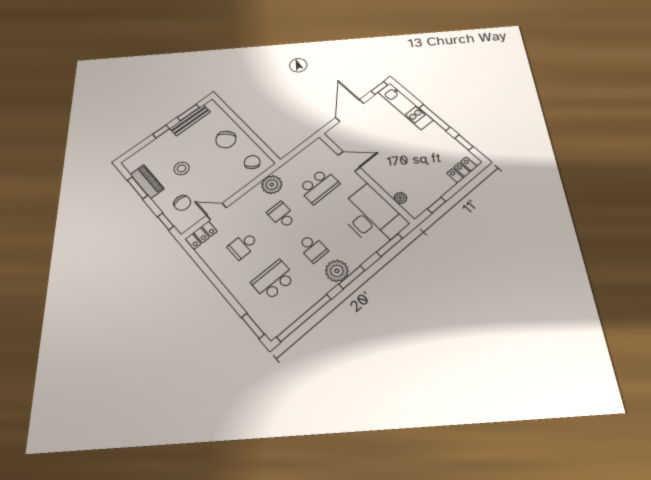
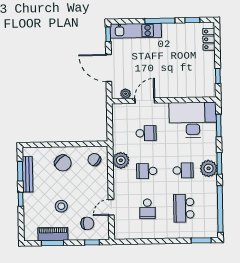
school desk: (319, 186) -> (146, 133), width x0.54
plant: (400, 198) -> (126, 94), moved
locker: (201, 235) -> (120, 228), removed

